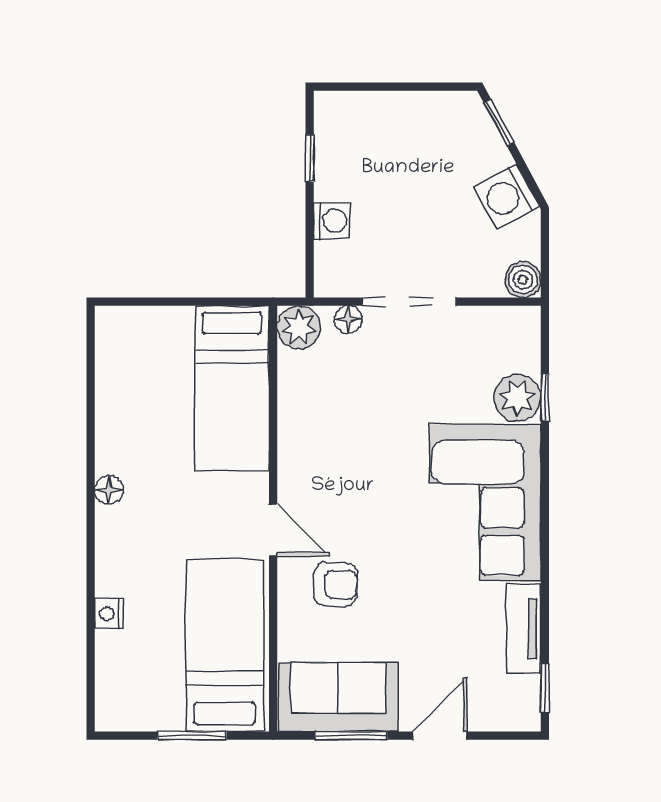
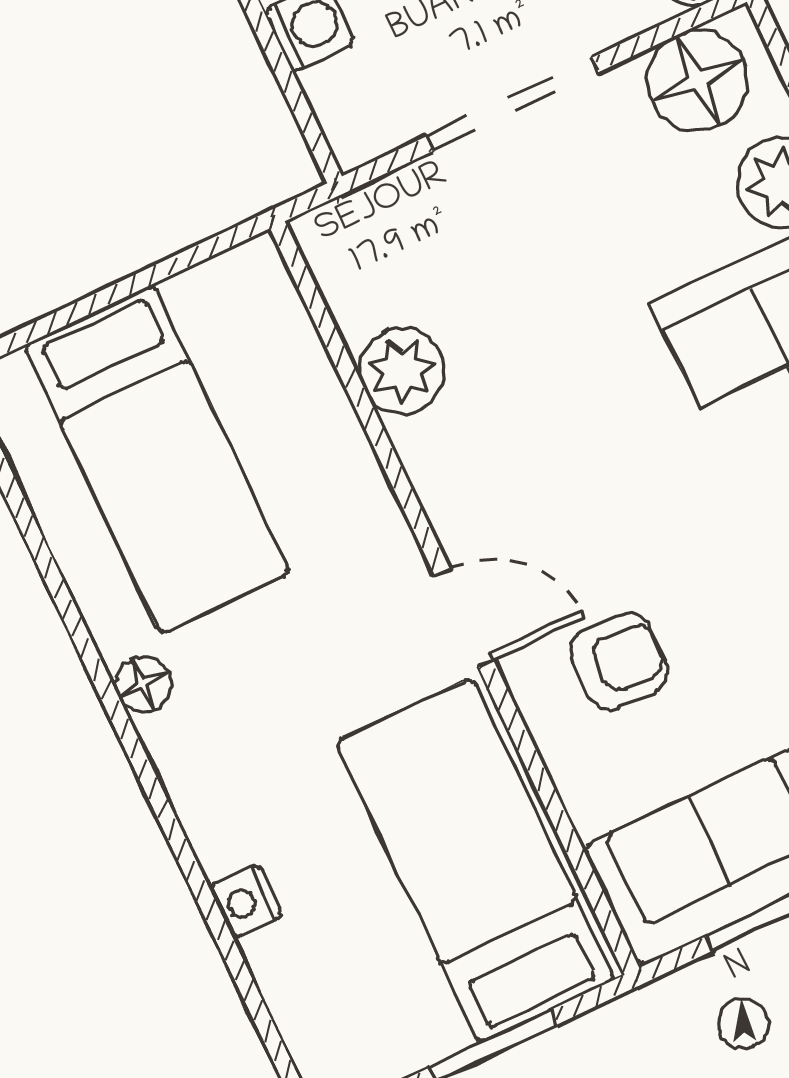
floor lamp: (348, 319) -> (697, 81), moved, width x1.89, depth x1.89
plant: (299, 327) -> (402, 371), moved
bed: (232, 388) -> (157, 459), moved

